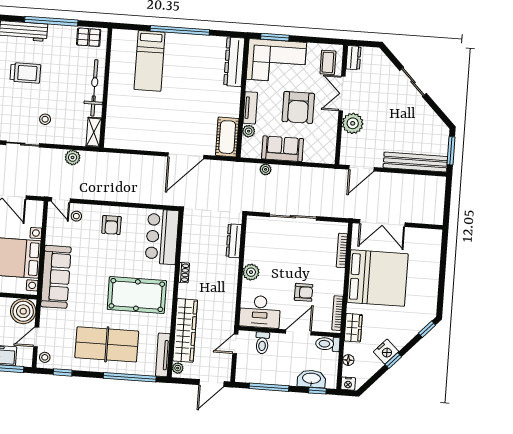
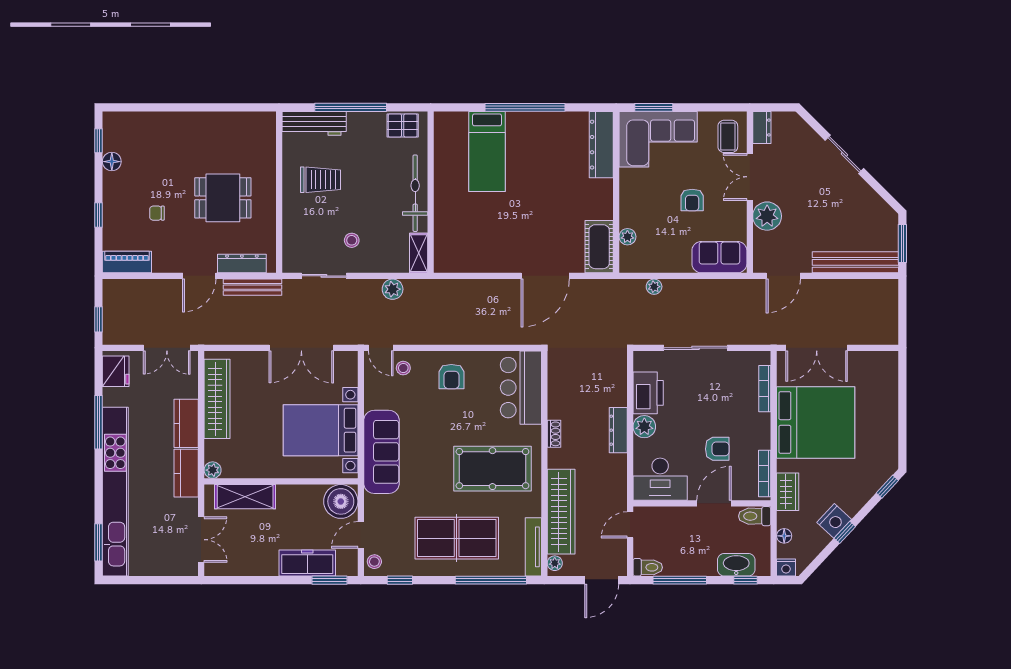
armchair: (298, 107) -> (692, 200), width x0.53, depth x0.53
tv unit: (250, 108) -> (627, 205), removed
sofa: (283, 149) -> (719, 257), moved
dresser: (234, 241) -> (618, 430), moved
printer: (256, 247) -> (648, 393), added
toilet: (262, 343) -> (648, 567), moved, turned -90

